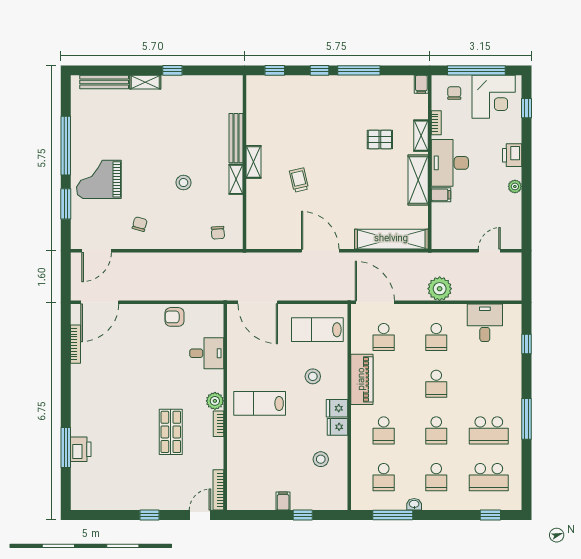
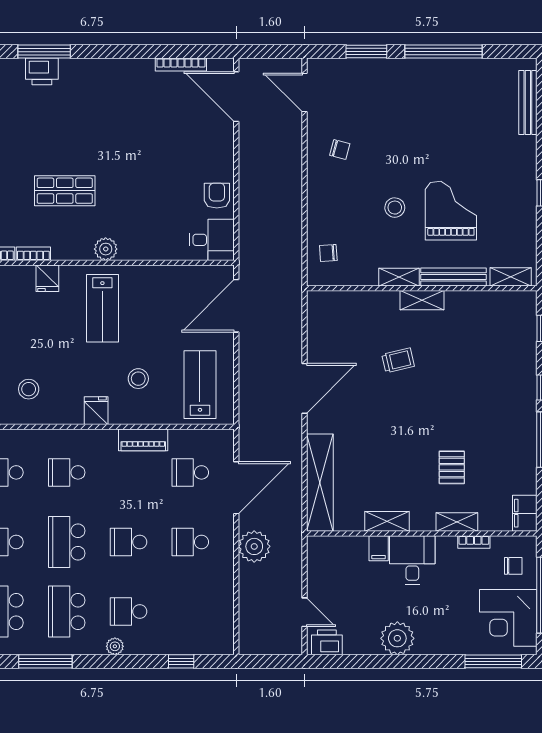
shelving: (145, 82) -> (511, 277), moved, turned 90
filing cabinet: (421, 84) -> (525, 513), width x2.00
window: (526, 108) -> (493, 661), width x2.17
printer: (512, 155) -> (327, 642), moved
desk: (450, 163) -> (412, 560), width x0.73
grand piano: (99, 179) -> (451, 211), moved
shelving: (418, 180) -> (387, 521), width x0.67, depth x0.75
plant: (515, 186) -> (397, 638), width x1.88, depth x1.88
door: (375, 302) -> (236, 488), moved
desk: (485, 323) -> (209, 606), removed
desk: (207, 353) -> (212, 240), moved, turned -90
piano: (362, 379) -> (143, 440), width x0.73, depth x0.75
school desk: (489, 384) -> (128, 612), added
plant: (515, 394) -> (115, 646), added
lab bench: (260, 403) -> (102, 308), turned 180
window: (526, 419) -> (45, 661), moved
bookcase: (218, 424) -> (33, 254), moved
fridge: (337, 427) -> (47, 278), moved, turned 180
school desk: (436, 430) -> (67, 542), width x1.85

